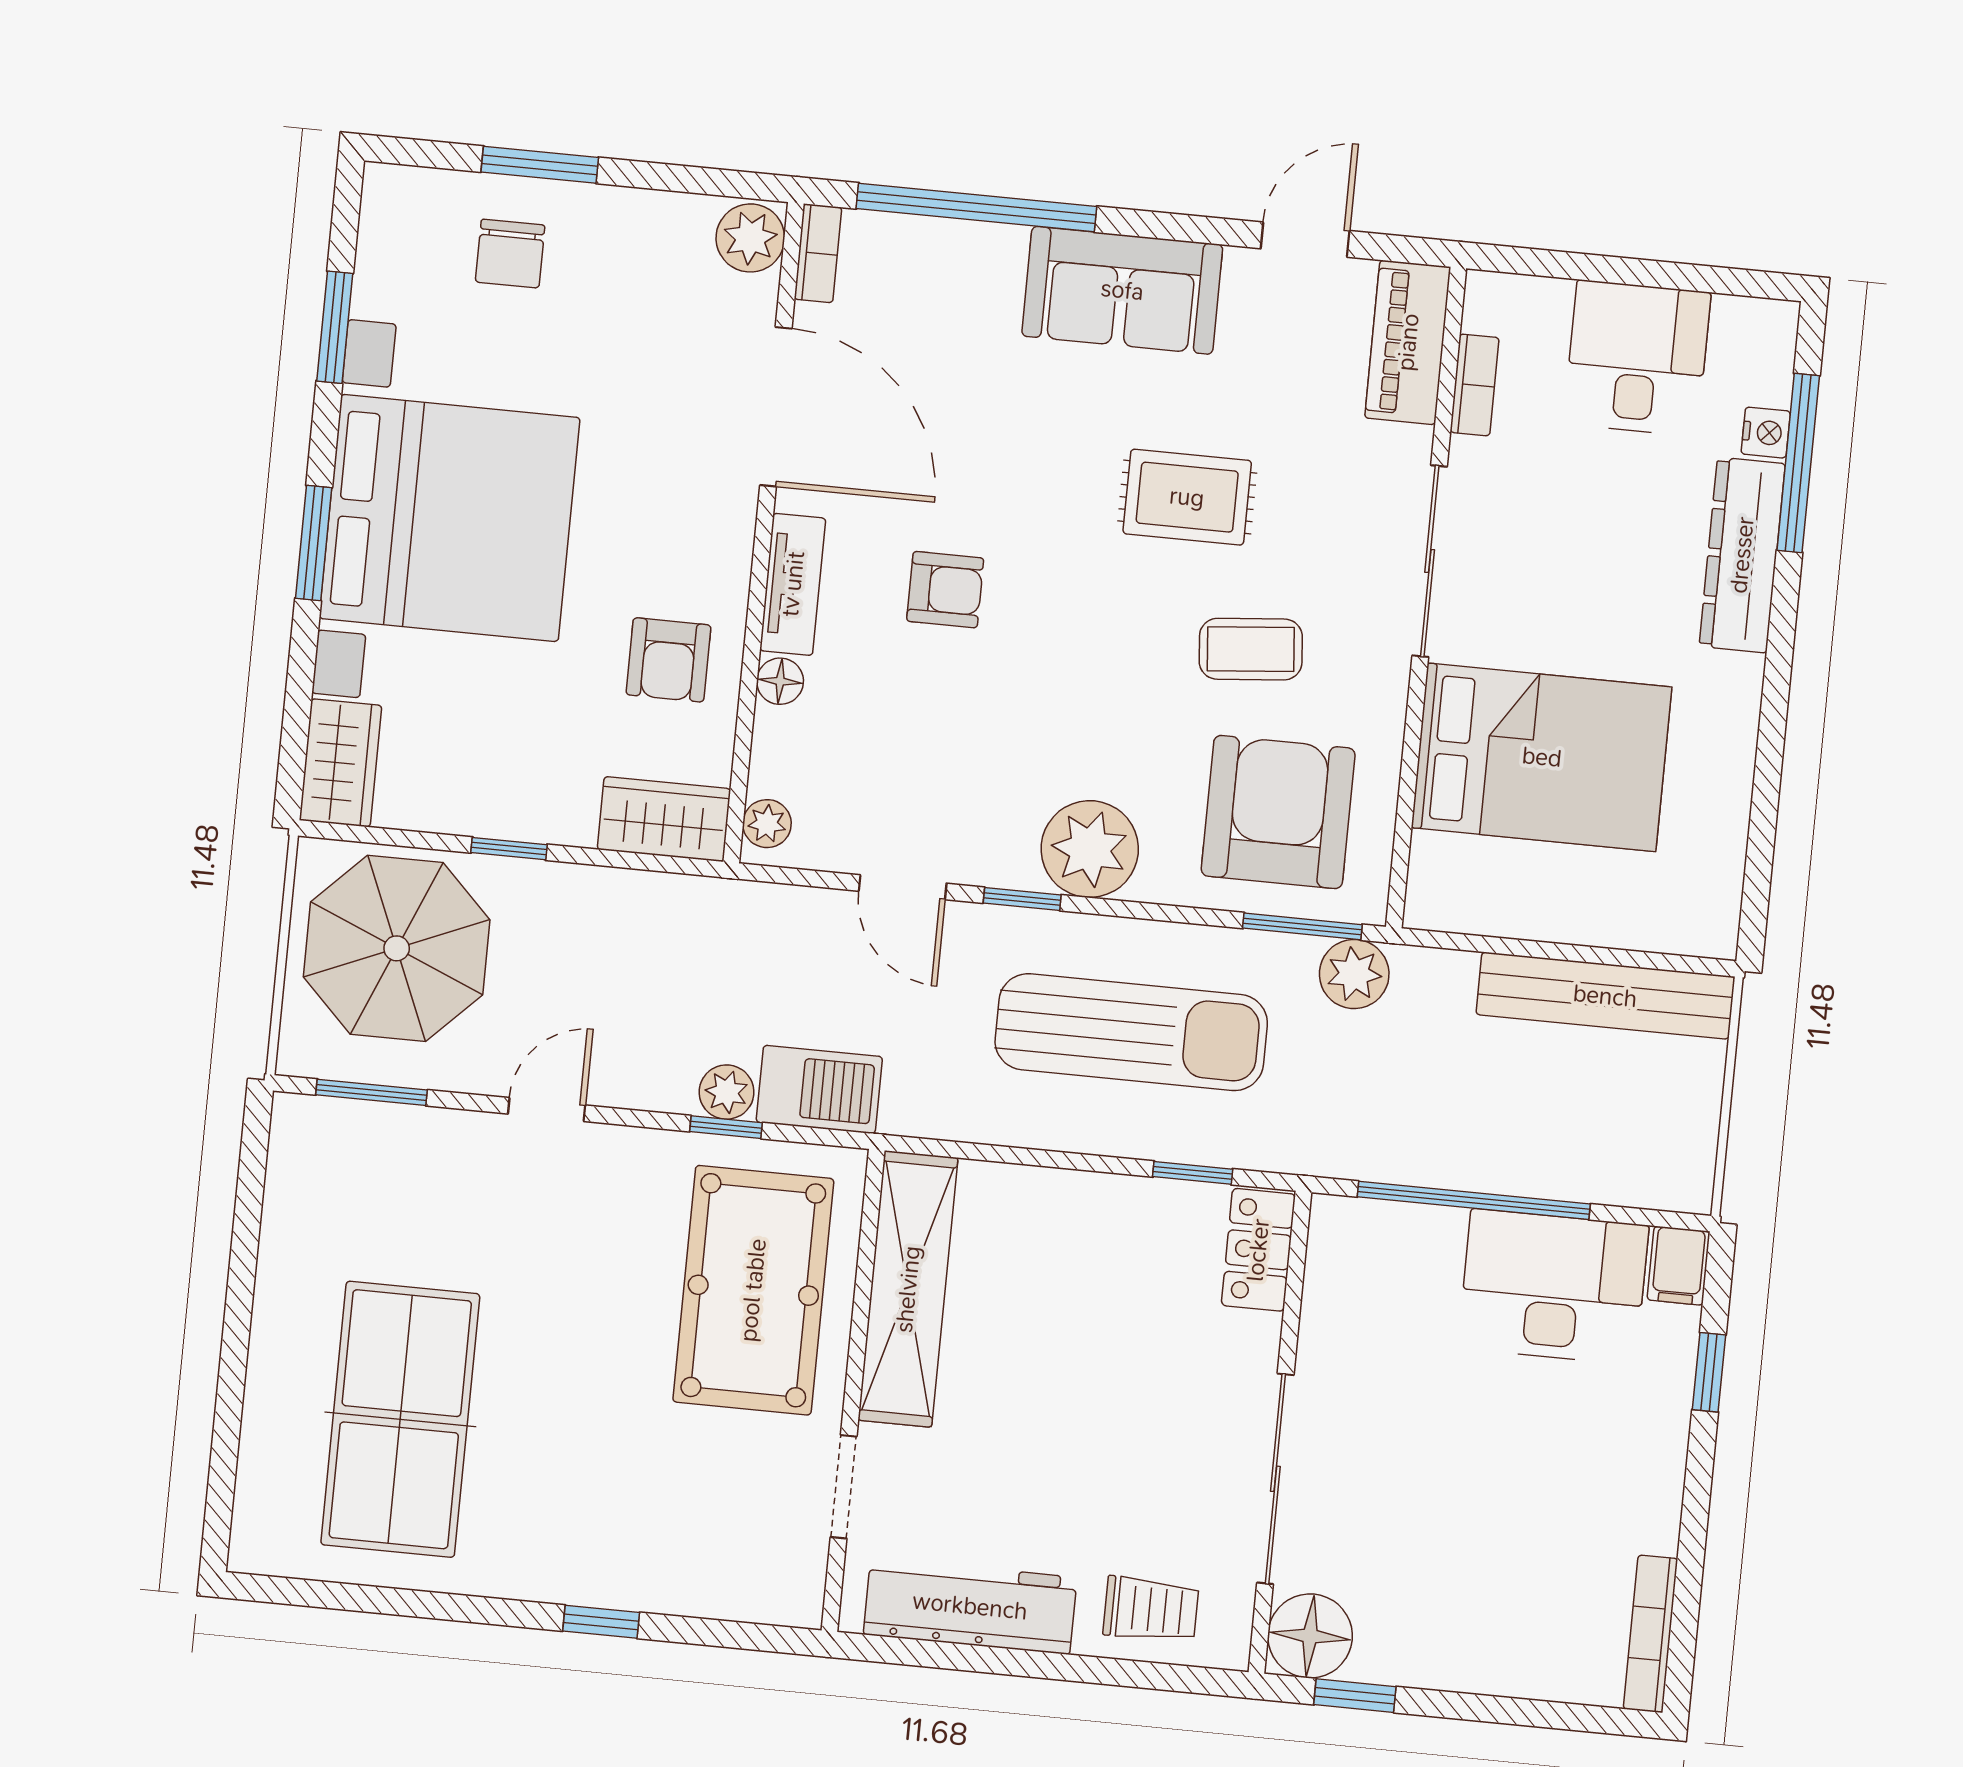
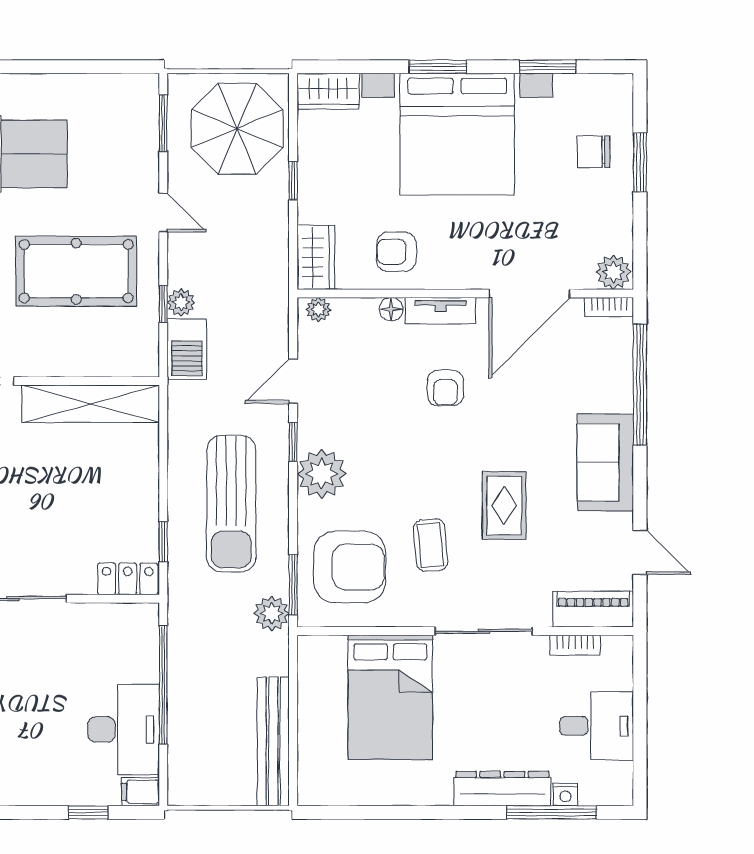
pool table: (753, 1290) -> (76, 271), moved

